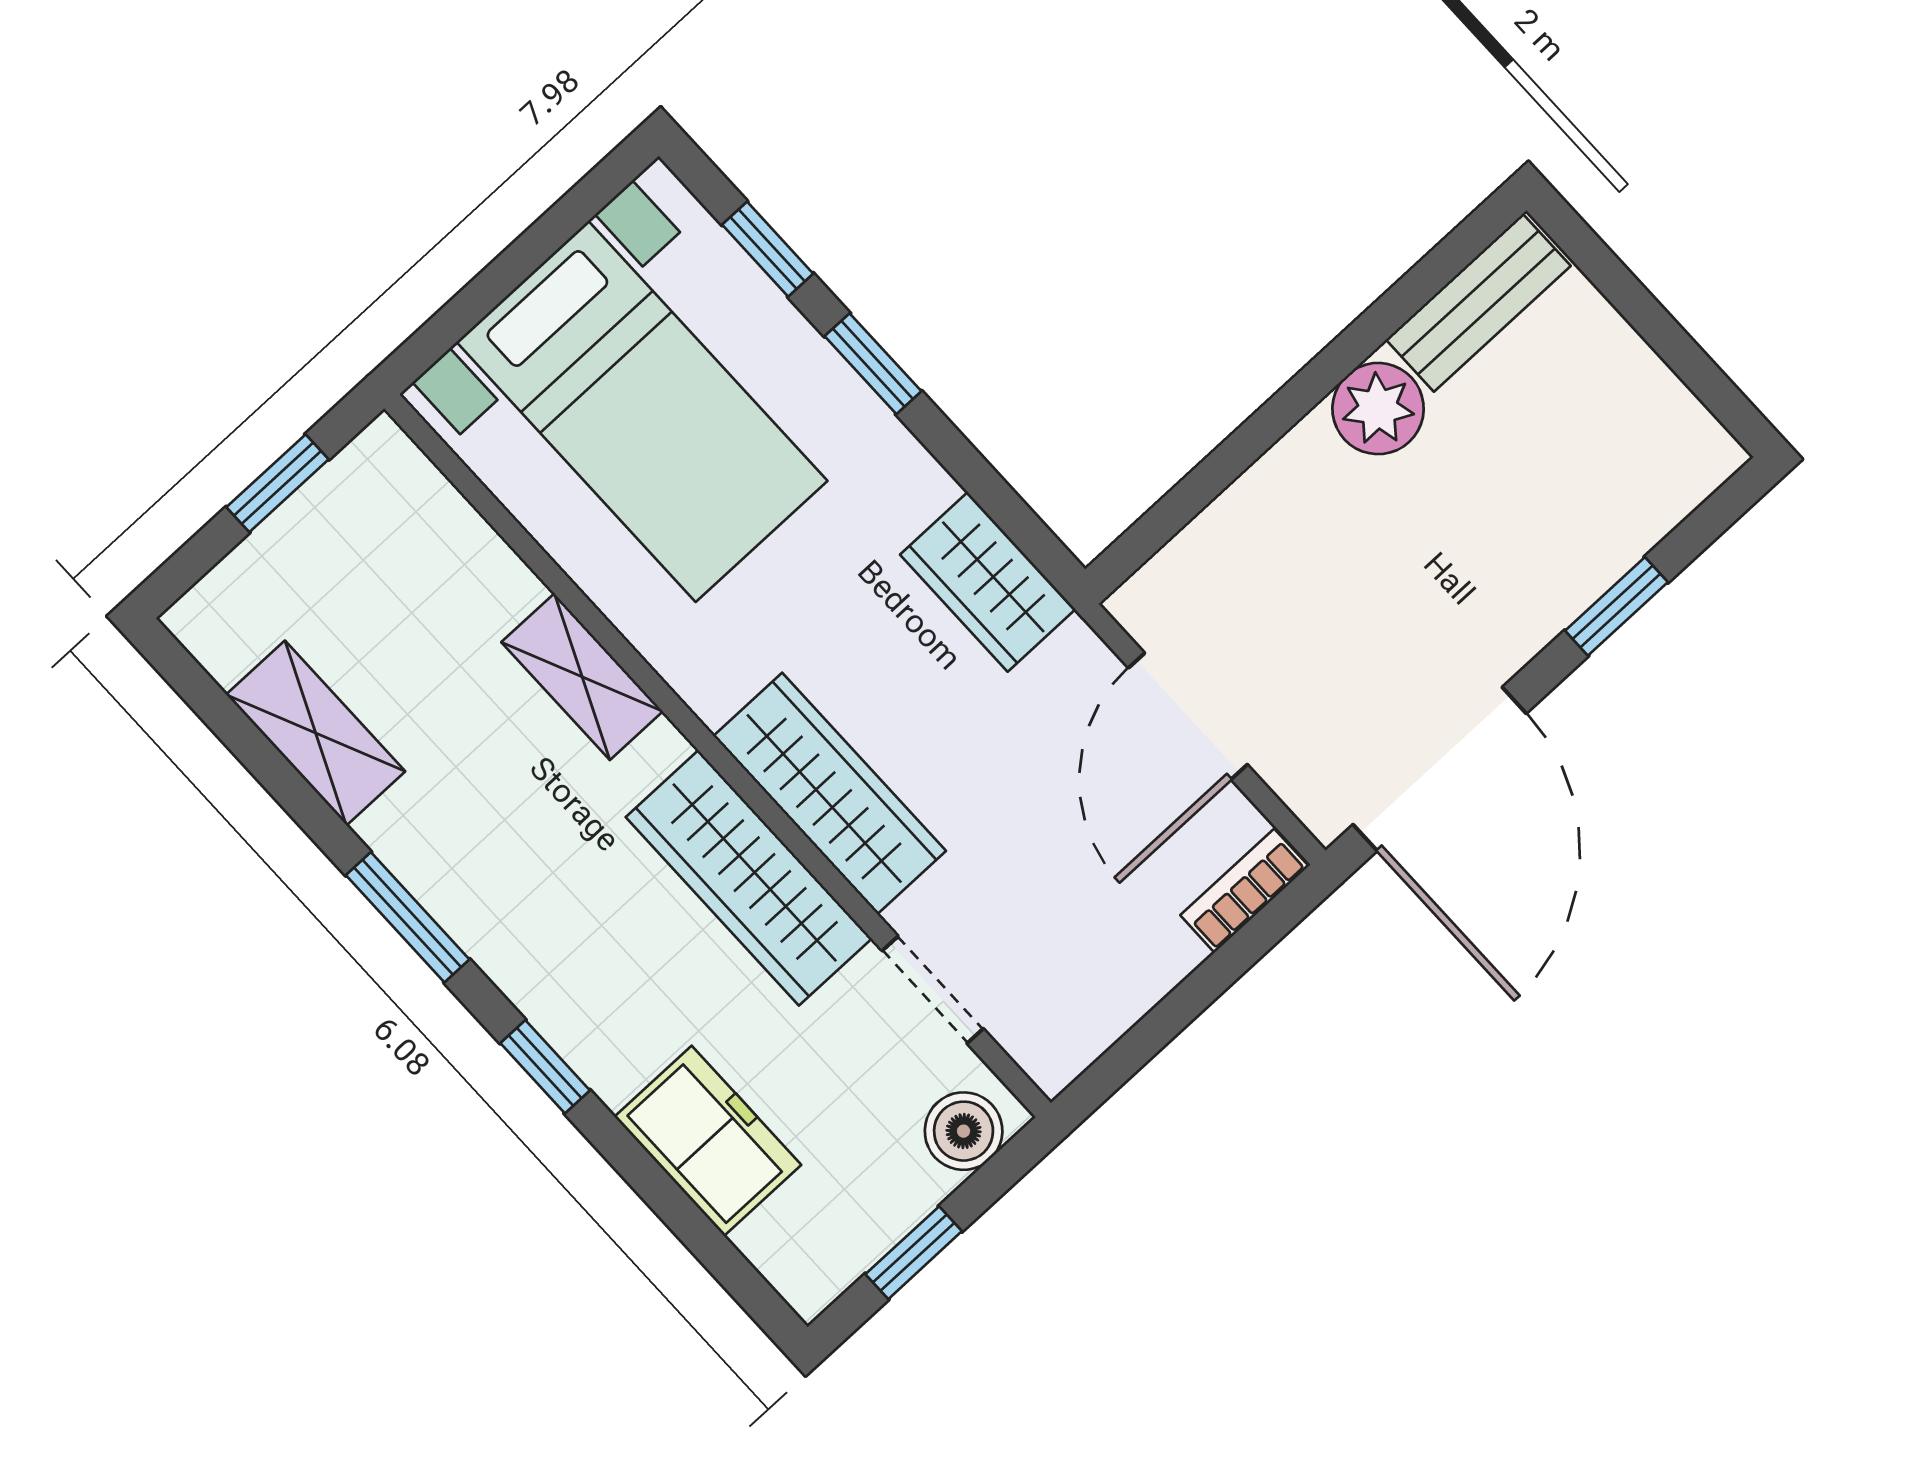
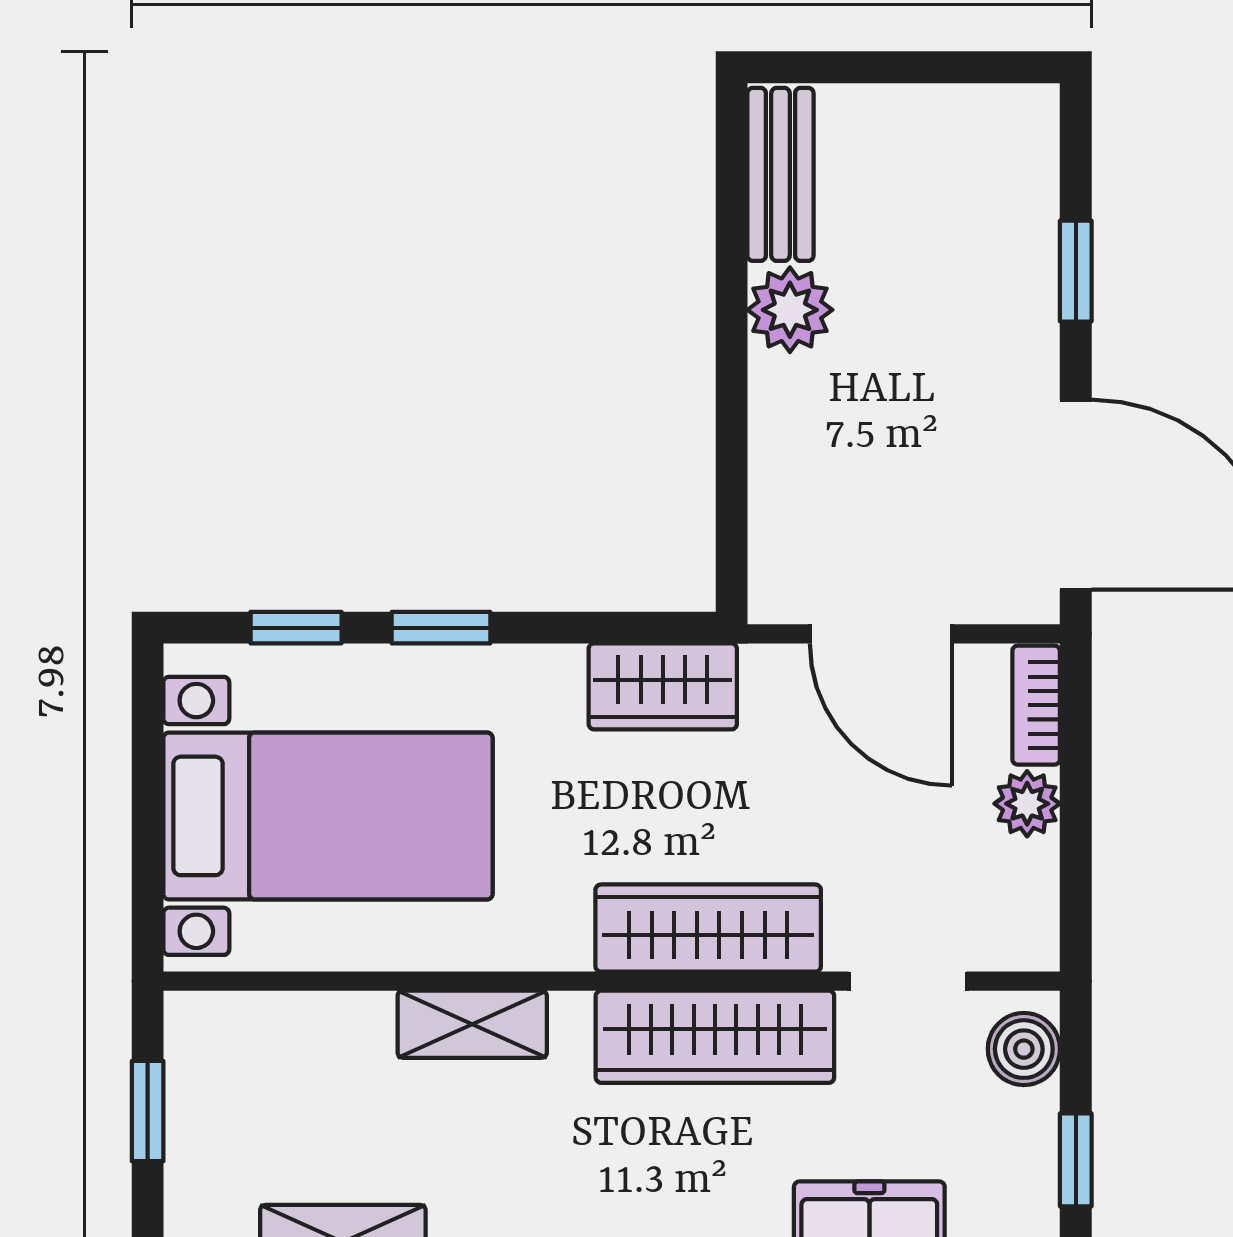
plant: (1160, 955) -> (1027, 804), added

